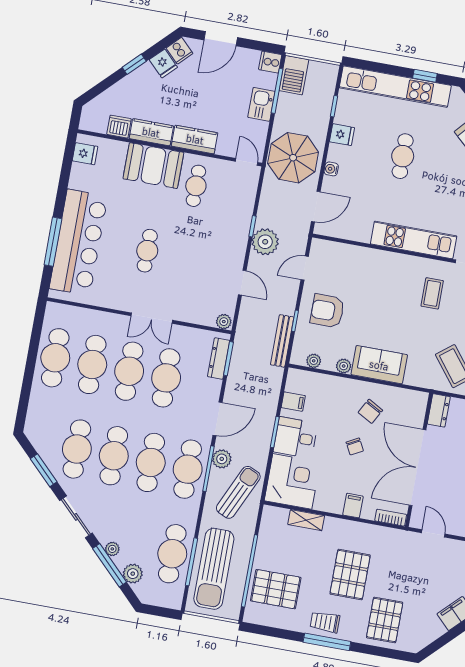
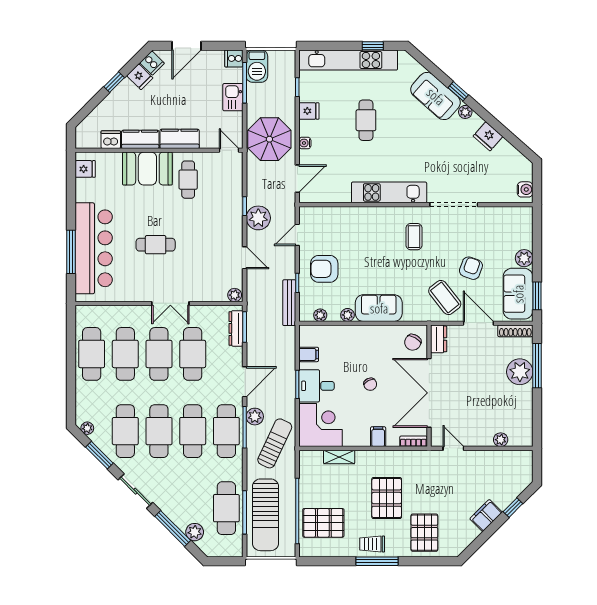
cafe table: (147, 251) -> (156, 245), turned 90
chair: (370, 411) -> (413, 342), moved
plant: (112, 549) -> (87, 428), moved

